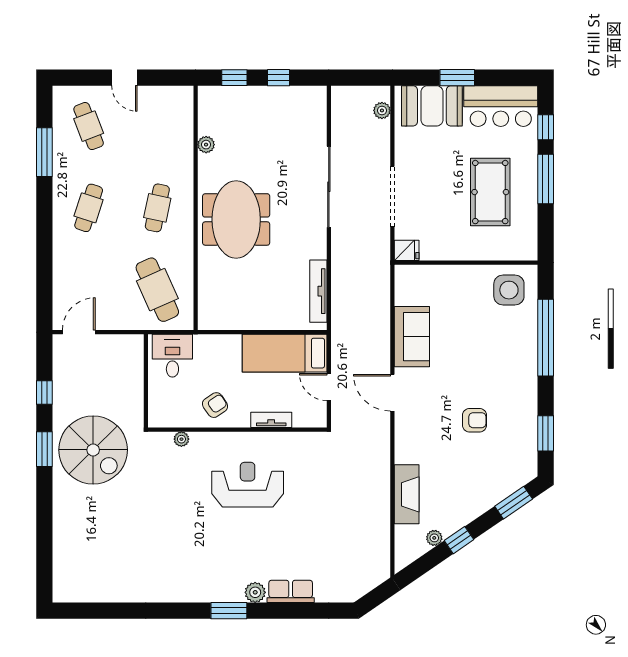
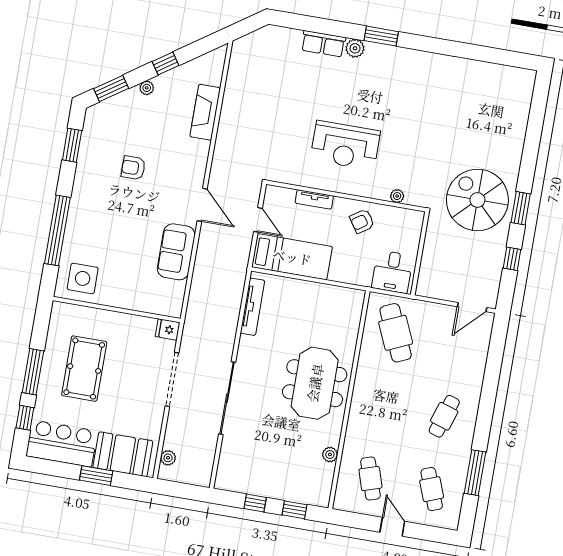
cafe table: (157, 208) -> (370, 479), moved, turned -30
plant: (434, 538) -> (147, 88), moved

